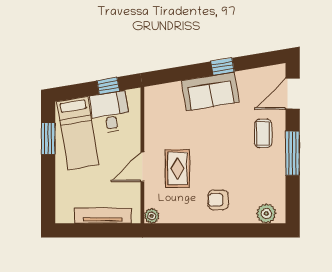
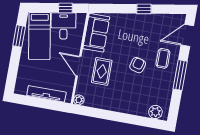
sofa: (210, 91) -> (96, 33), moved, turned -80
door: (142, 167) -> (79, 66), hinge flipped
armchair: (218, 200) -> (138, 65), moved, turned 105

